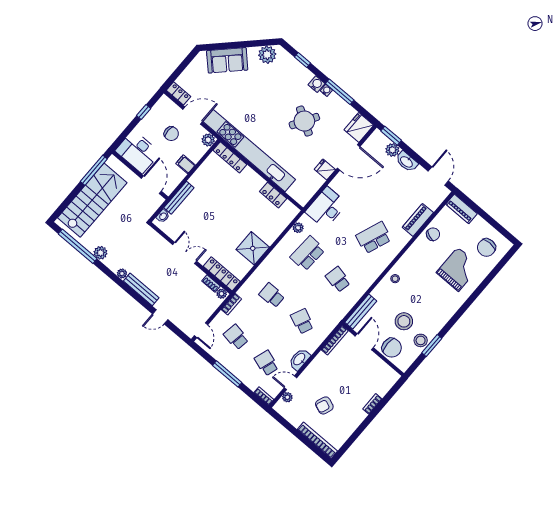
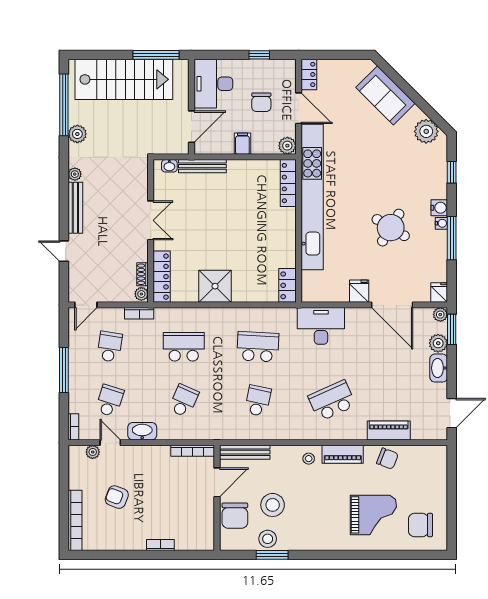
fridge: (359, 128) -> (439, 292), width x0.53, depth x0.75
locker: (273, 195) -> (287, 285), moved
piano: (461, 209) -> (343, 454), moved, turned -90
plant: (298, 228) -> (440, 315), moved
school desk: (374, 238) -> (332, 401), turned -45
school desk: (272, 295) -> (184, 347), width x1.85

